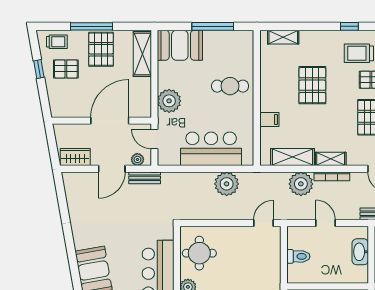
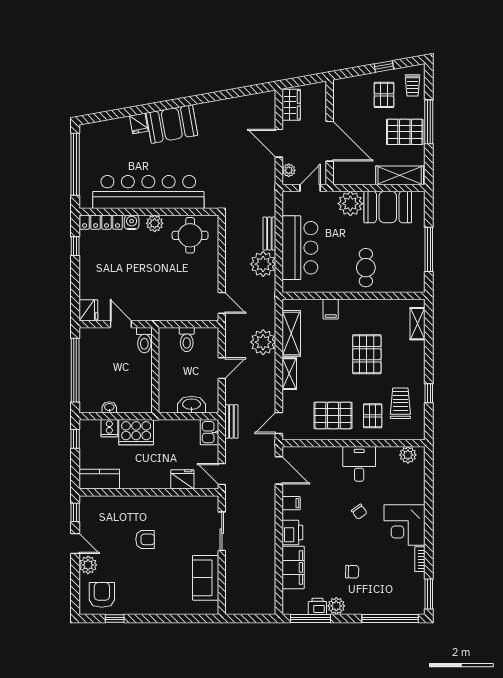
booth: (180, 45) -> (388, 207), moved, turned 90
pallet: (312, 85) -> (367, 354), turned 90
bookcase: (332, 176) -> (271, 375), removed
bench: (145, 178) -> (269, 234), moved

